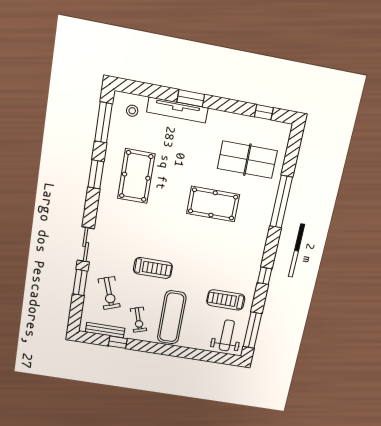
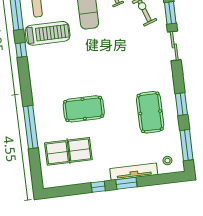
window: (264, 112) -> (98, 187), moved
treadmill: (153, 268) -> (115, 43), removed
window: (265, 276) -> (21, 50), moved
treadmill: (226, 300) -> (48, 33), width x1.37, depth x1.38

